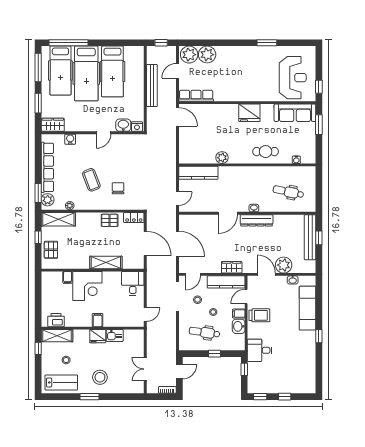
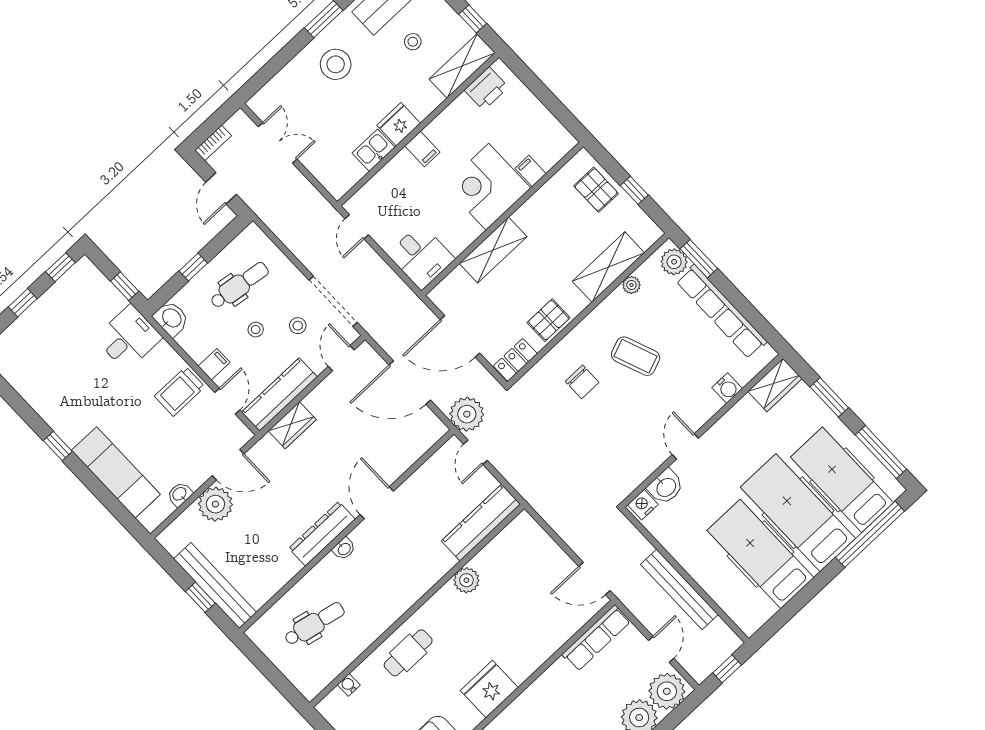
plant: (168, 215) -> (467, 414), added
shelving: (58, 219) -> (608, 267), moved
washbasin: (239, 326) -> (171, 318), moved

